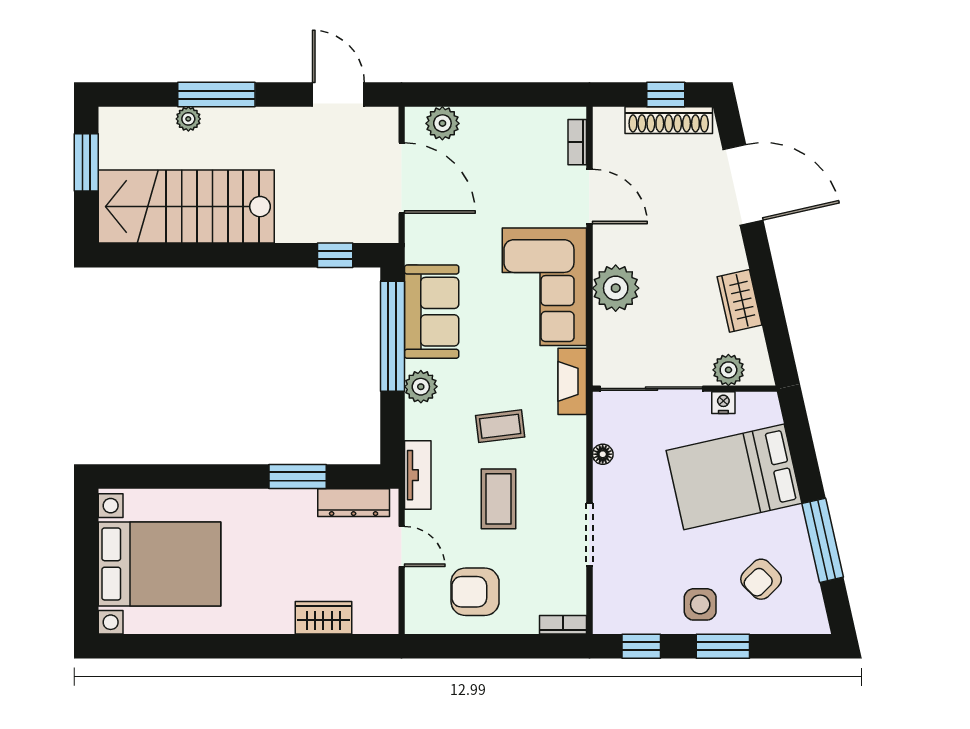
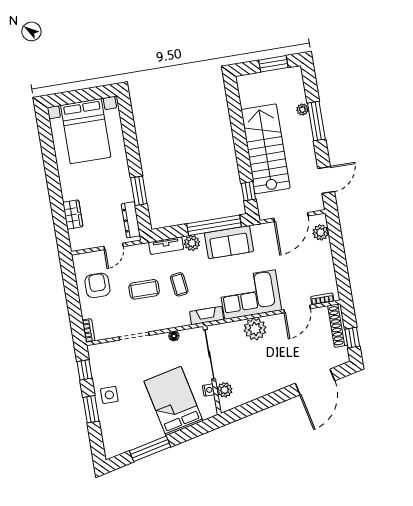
shoe rack: (669, 120) -> (338, 325), moved
stairs: (186, 207) -> (266, 149), moved
wardrobe: (740, 301) -> (259, 390), removed
tv unit: (418, 475) -> (166, 246), moved
armchair: (761, 579) -> (126, 422), removed

